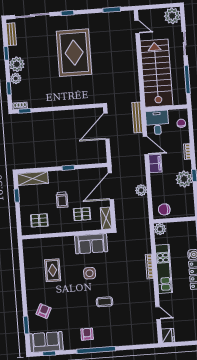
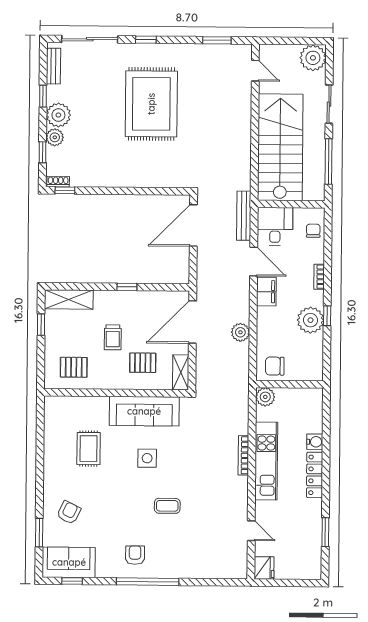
sofa: (91, 244) -> (144, 411), width x1.36

